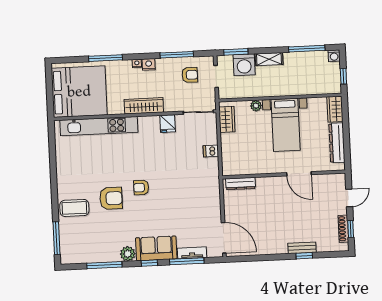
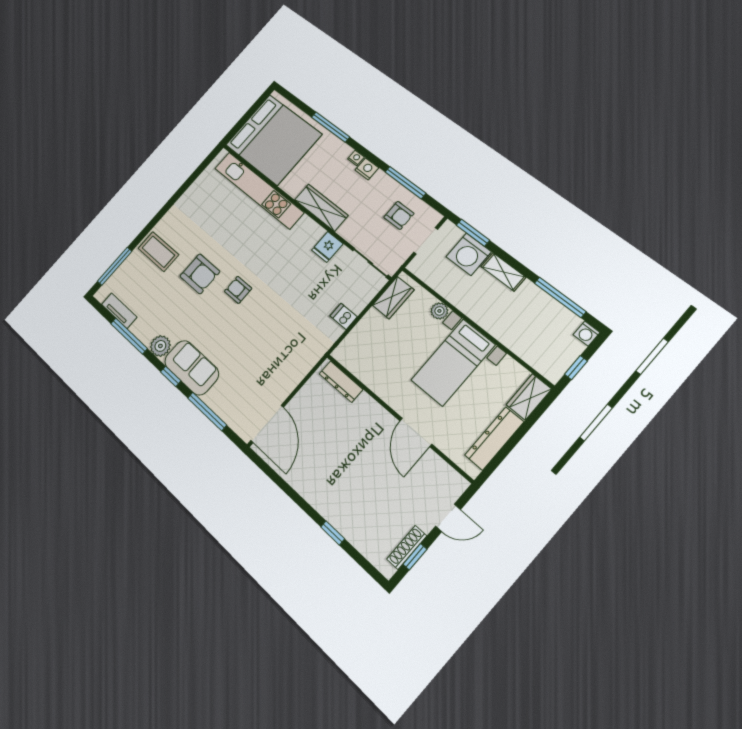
bench: (302, 248) -> (339, 521), removed
tv unit: (192, 253) -> (119, 311), moved

